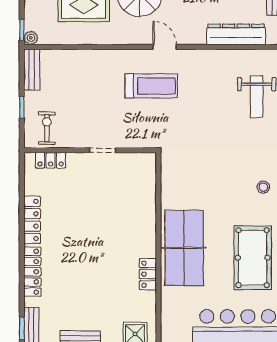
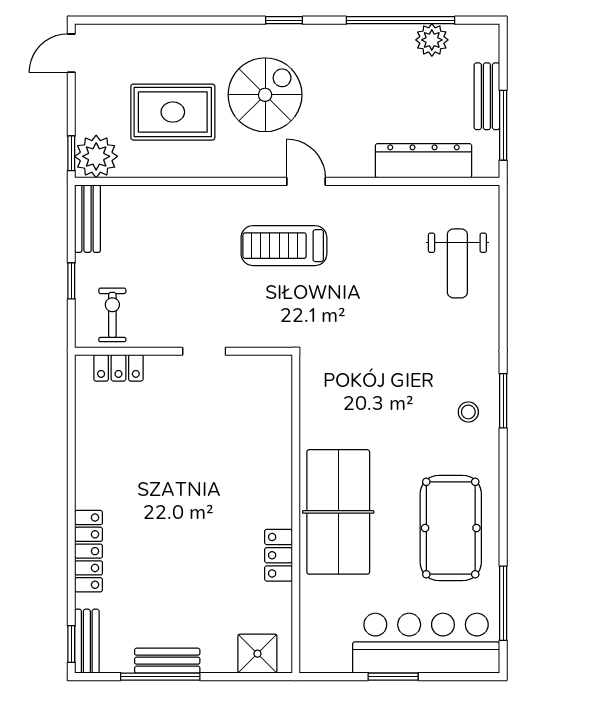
plant: (31, 38) -> (96, 156), width x1.88, depth x1.88
treadmill: (151, 86) -> (284, 246), turned 180
locker: (32, 220) -> (88, 466), removed

